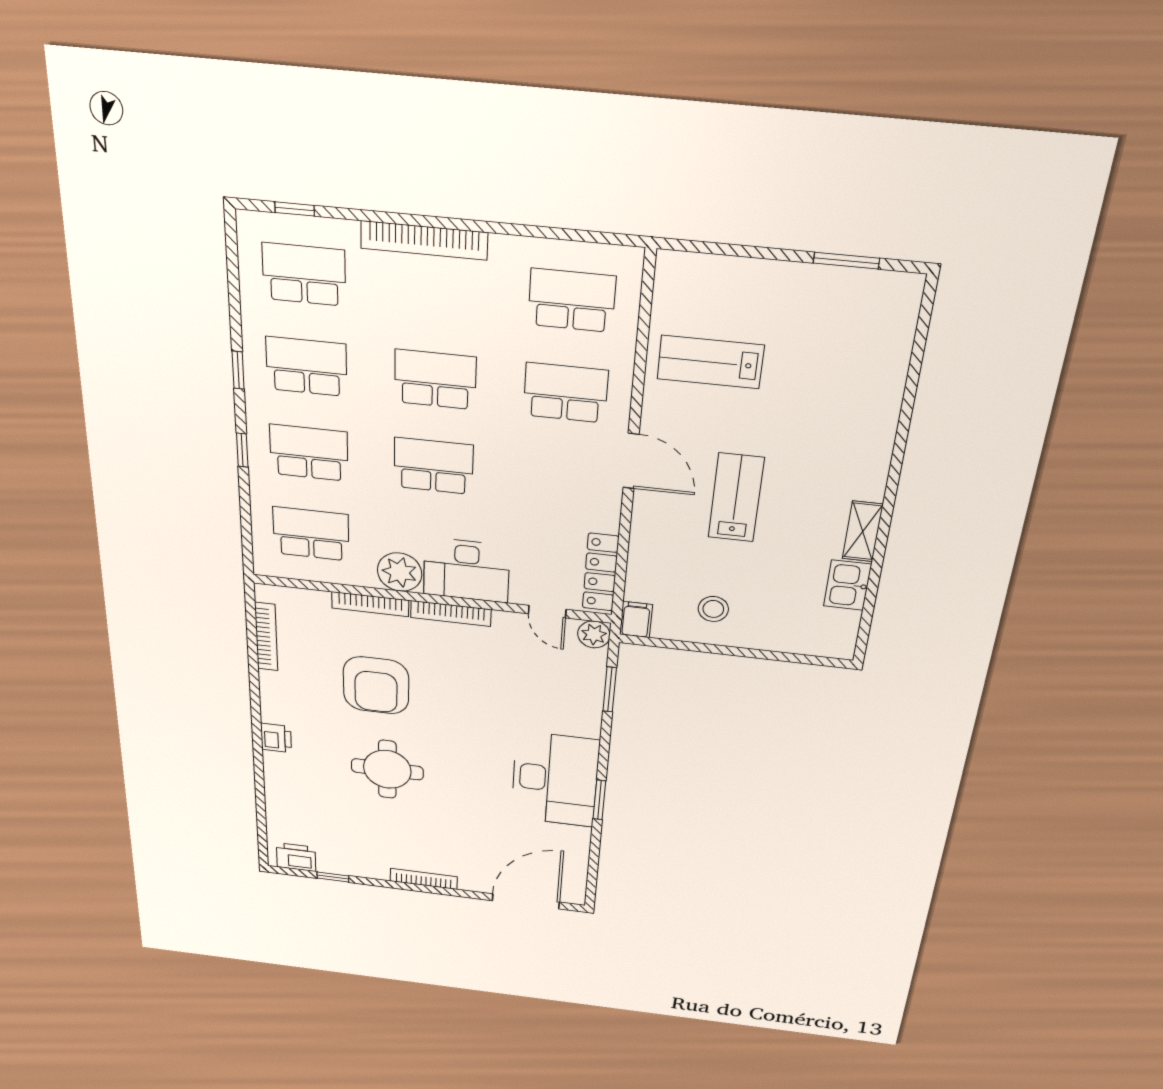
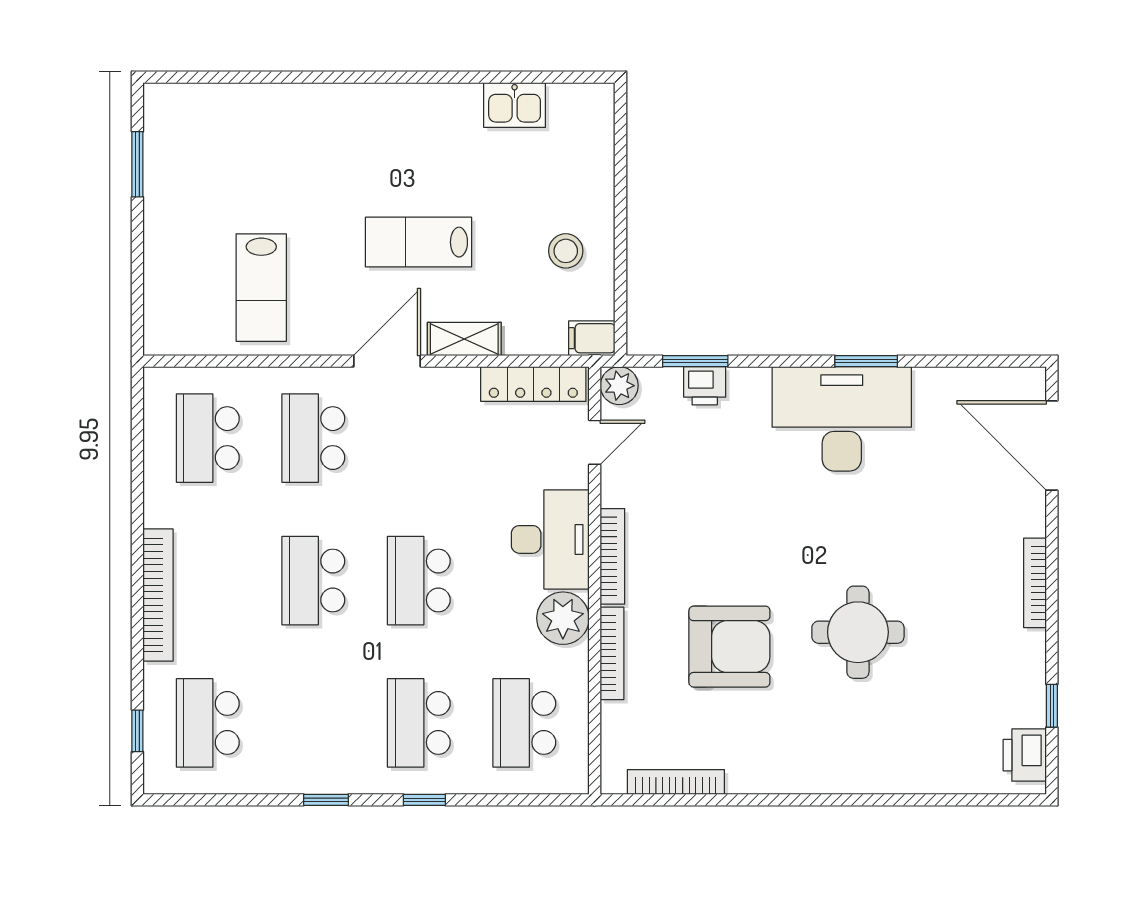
school desk: (306, 367) -> (313, 723), removed
shelving: (863, 531) -> (464, 339), moved
printer: (276, 738) -> (705, 386), moved, turned 180

